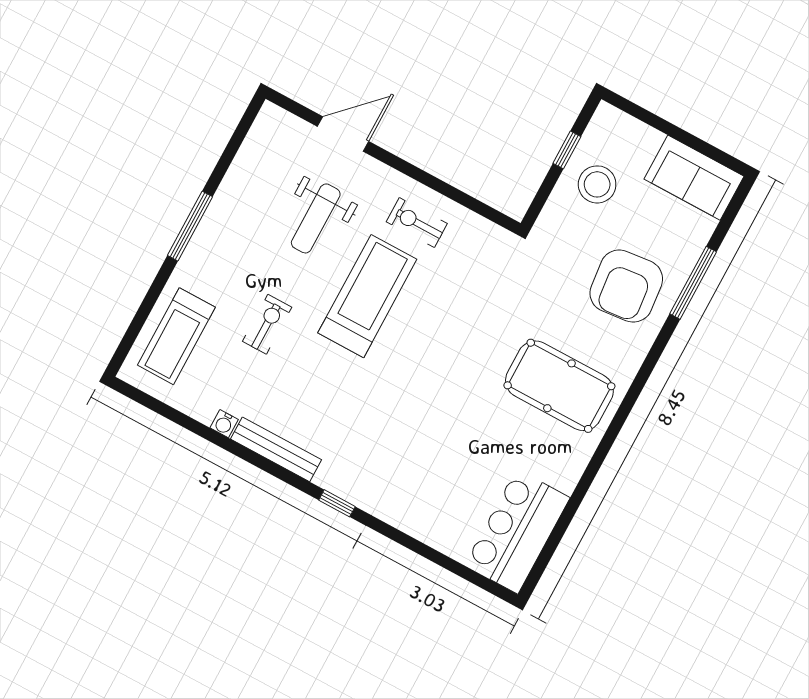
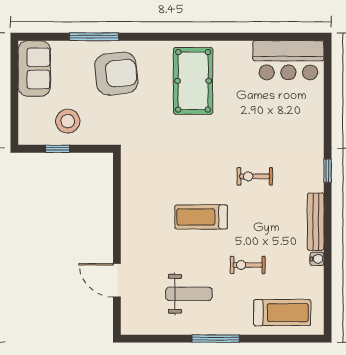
weight bench: (316, 218) -> (189, 294), moved
exercise bike: (417, 223) -> (255, 176), moved, turned 90
treadmill: (367, 296) -> (201, 217), width x0.73, depth x0.73

